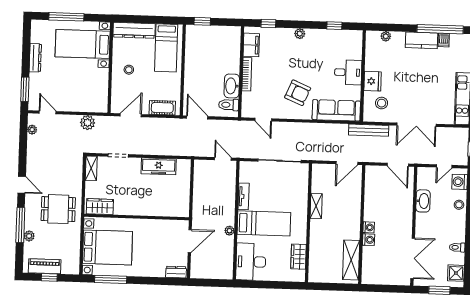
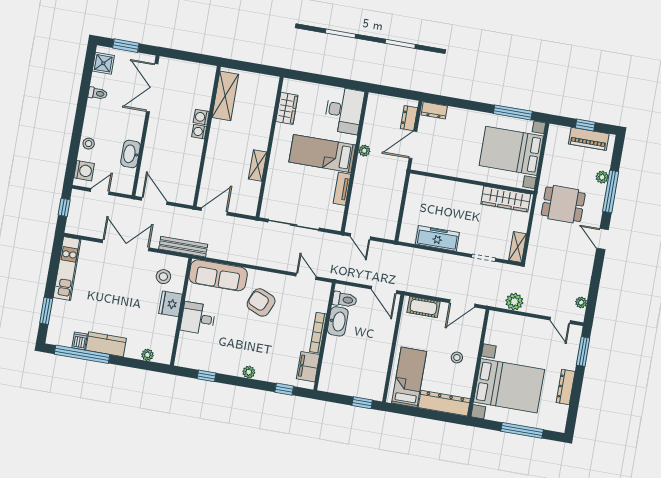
bed with nightstands: (83, 44) -> (509, 386), width x1.36
wardrobe: (100, 207) -> (506, 199), width x1.50
dresser: (196, 263) -> (409, 118), added

